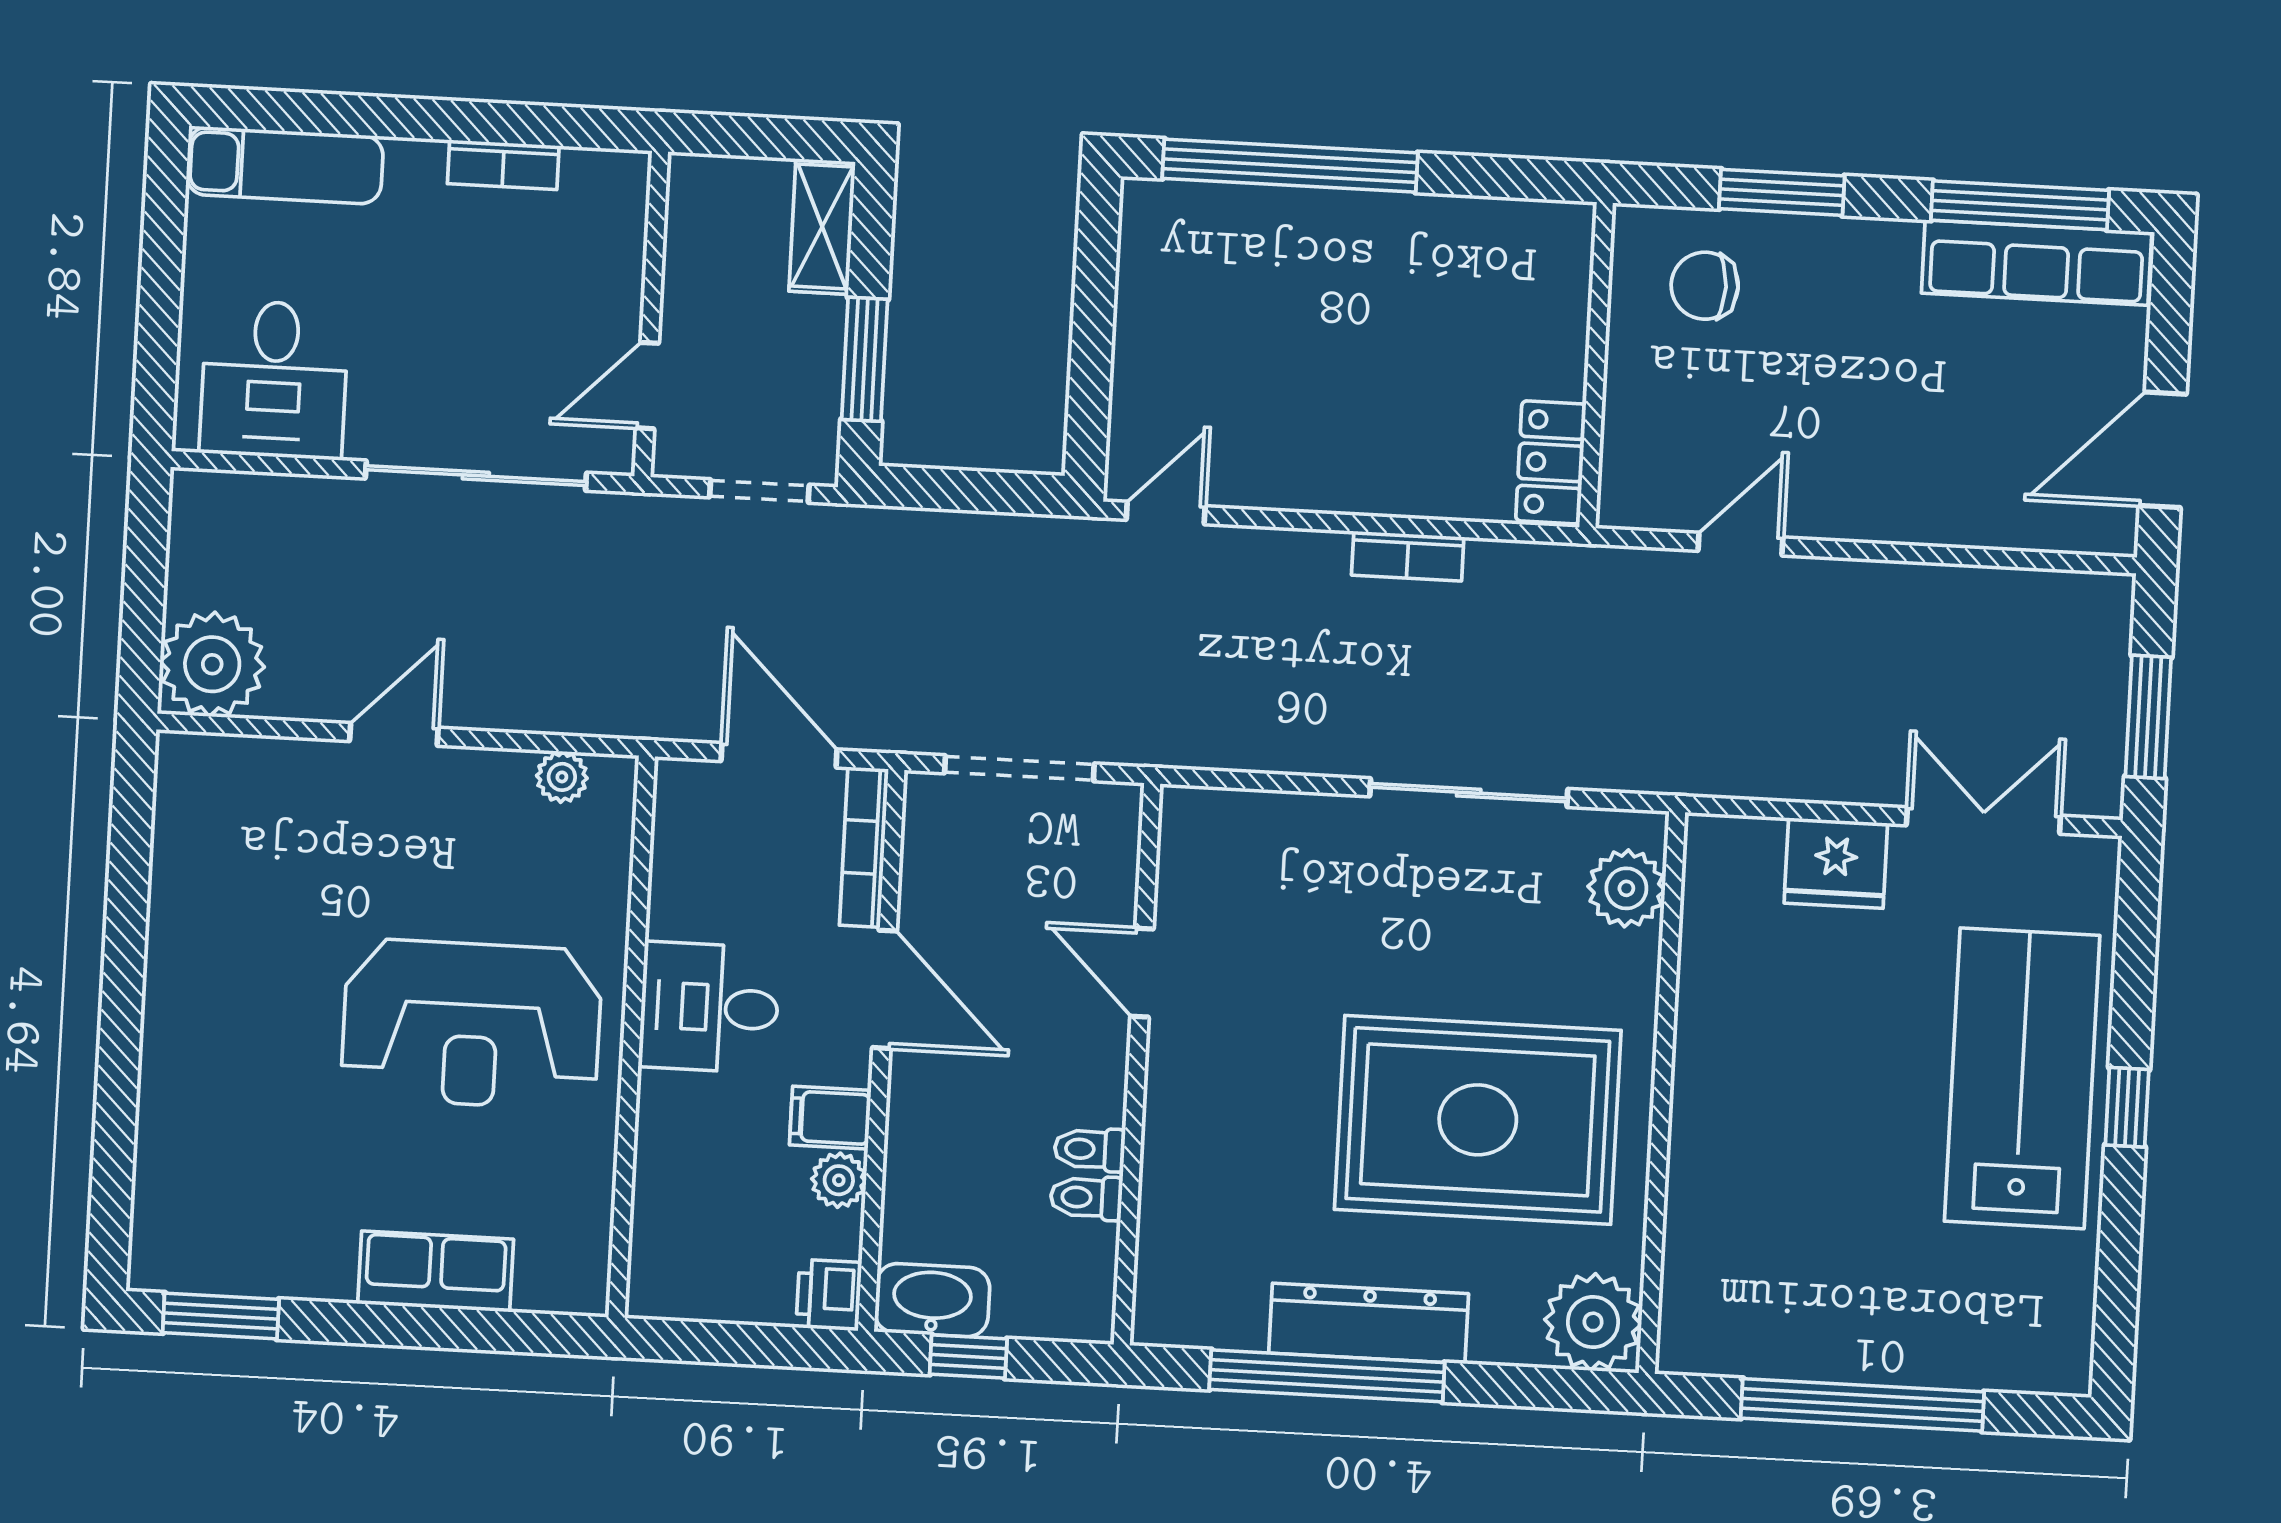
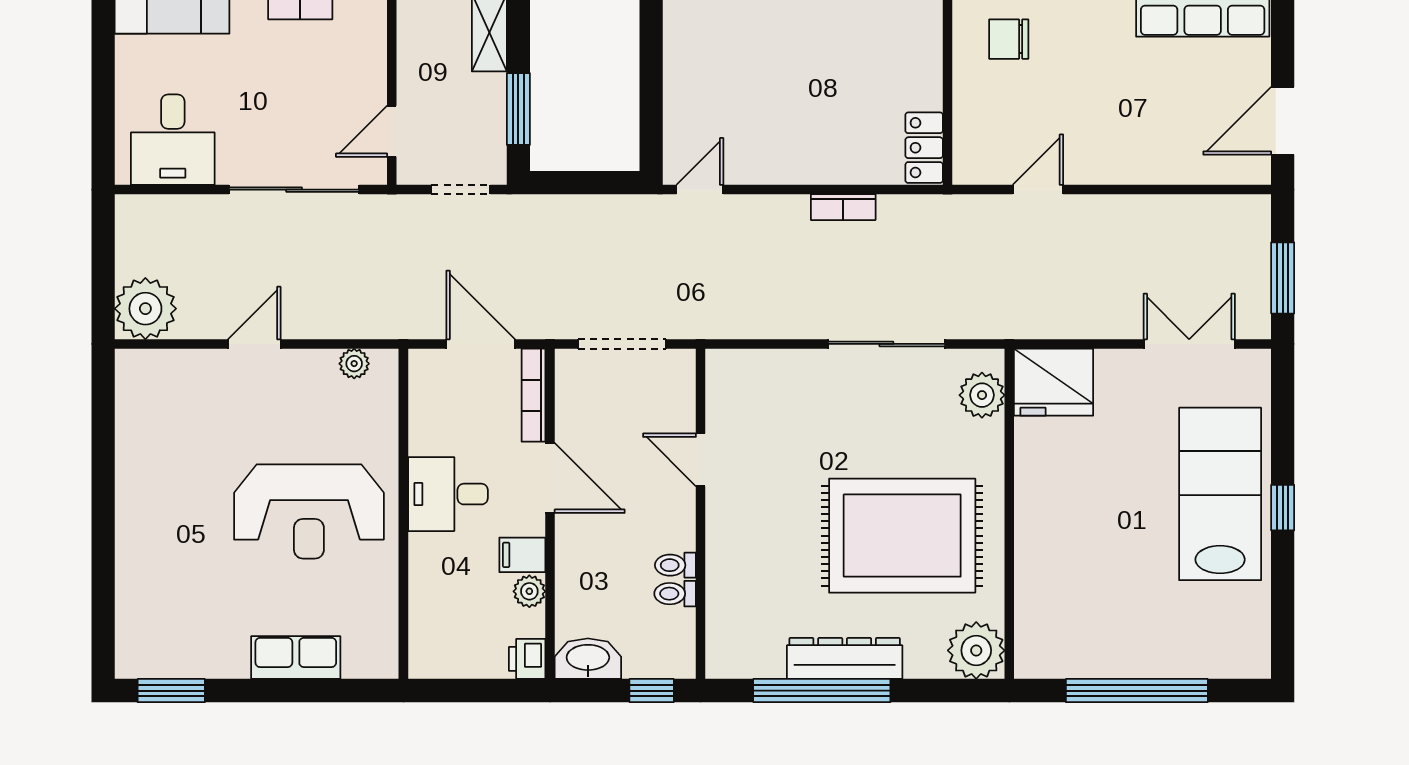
fridge: (1836, 863) -> (1054, 382), moved, width x1.36, depth x1.34
window: (968, 1356) -> (652, 691), moved

